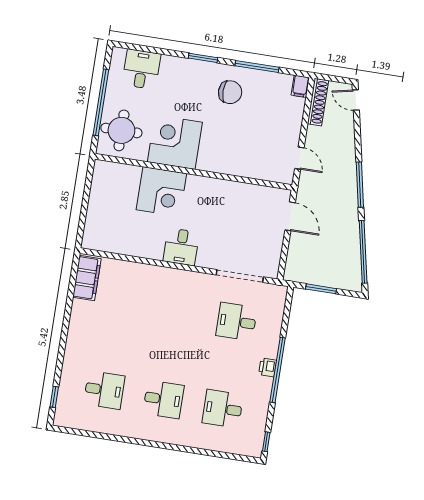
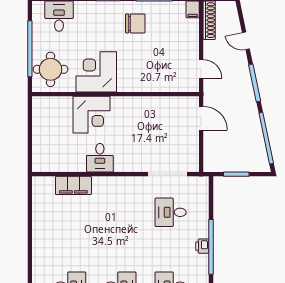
door: (356, 100) -> (246, 41), moved
desk: (181, 247) -> (100, 158), moved
filing cabinet: (87, 278) -> (73, 185), moved, turned 90

